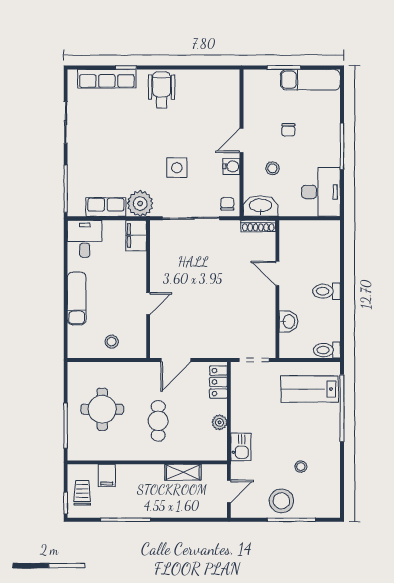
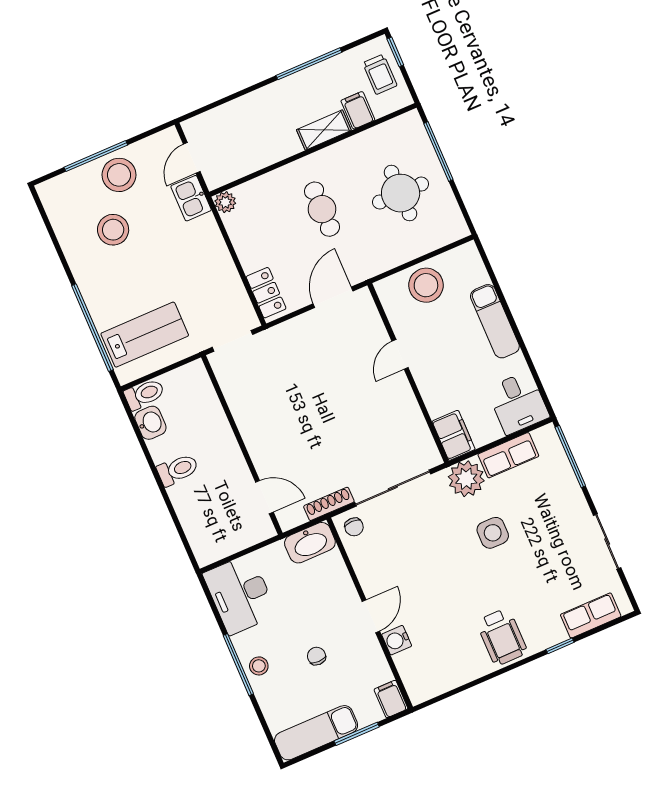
row of seats: (107, 79) -> (591, 615), width x0.68
filing cabinet: (252, 81) -> (391, 699), added
water cooler: (231, 166) -> (397, 640), moved
side table: (177, 168) -> (493, 533), moved
stool: (272, 168) -> (259, 666), moved
shoe rack: (258, 226) -> (329, 504), moved
door: (277, 273) -> (264, 497), moved
washbasin: (288, 321) -> (150, 423), moved, turned 180
stool: (112, 342) -> (426, 285), width x1.89, depth x1.89
plant: (220, 422) -> (225, 202), moved
kitchen sink: (241, 447) -> (191, 198), moved
stool: (301, 467) -> (113, 230), width x1.89, depth x1.89
shelving: (183, 472) -> (324, 130), moved

